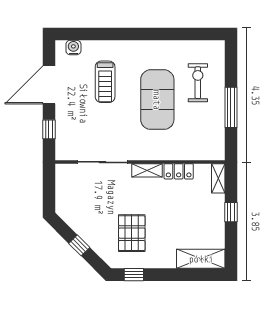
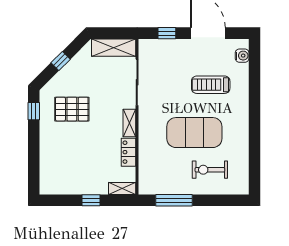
exercise bike: (198, 83) -> (210, 170), turned 180
window: (231, 107) -> (174, 200), moved
shelving: (201, 259) -> (114, 48), moved, turned 90

